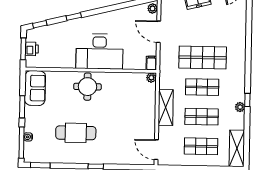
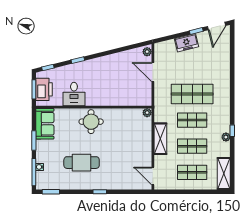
printer: (32, 49) -> (44, 89), width x1.87, depth x1.48
desk: (99, 51) -> (74, 94), moved, width x0.53, depth x0.77
filing cabinet: (151, 63) -> (147, 100), removed

